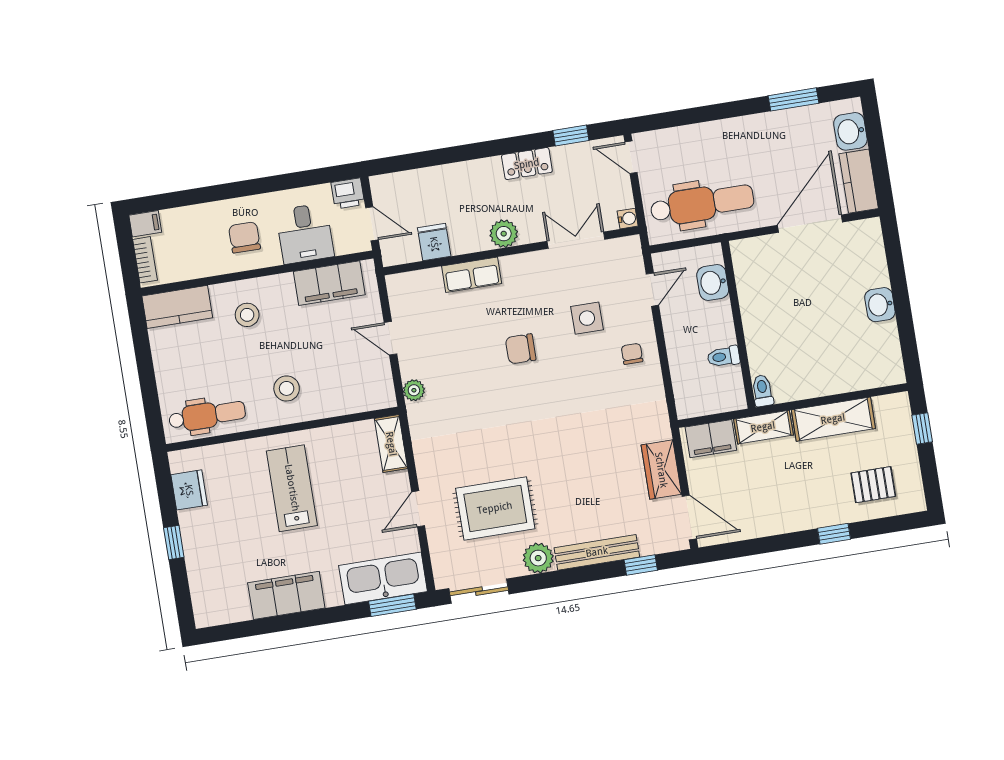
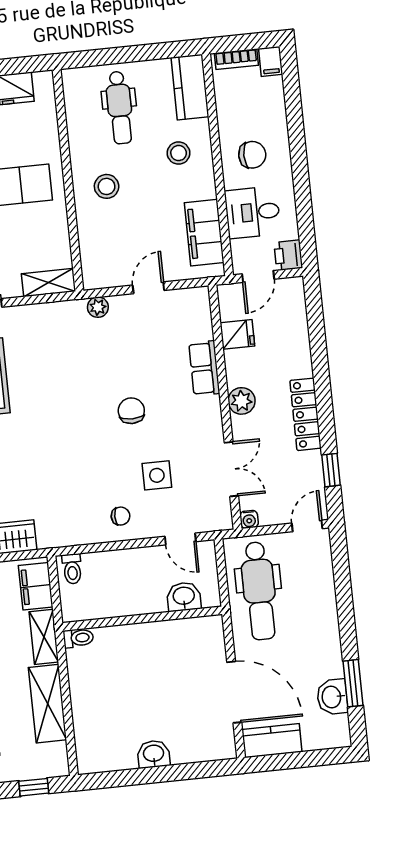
washbasin: (850, 131) -> (332, 697), moved, turned -90
locker: (527, 164) -> (306, 414), width x1.53
toilet: (724, 357) -> (72, 569), moved, turned 180
dental chair: (207, 415) -> (120, 108), moved

